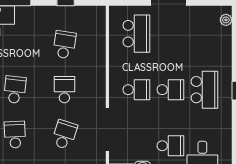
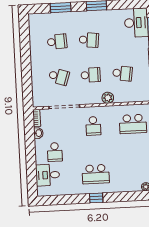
plant: (98, 67) -> (108, 98), added
school desk: (170, 90) -> (94, 150), removed

